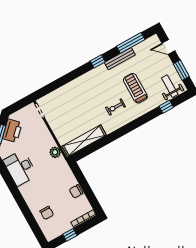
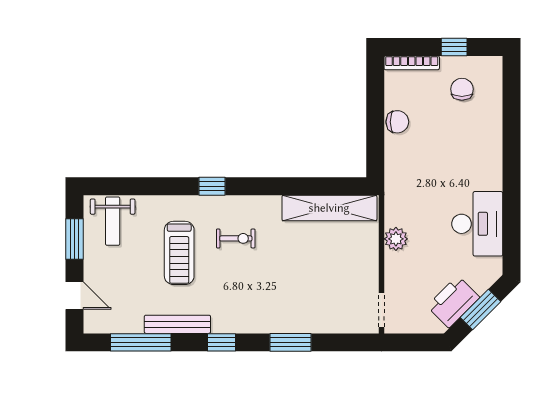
window: (70, 77) -> (291, 342), added
window: (166, 107) -> (212, 186), moved
plant: (55, 152) -> (396, 239), moved
chair: (47, 213) -> (462, 89), moved

